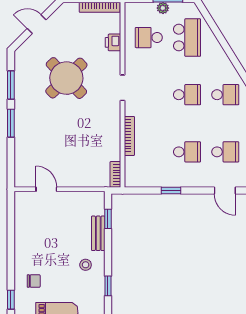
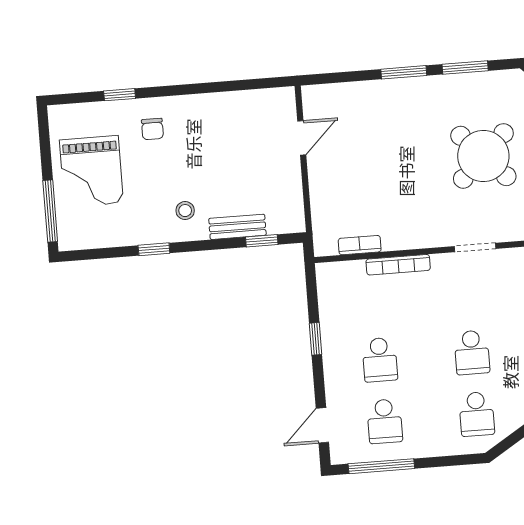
bookcase: (115, 174) -> (360, 245), moved

